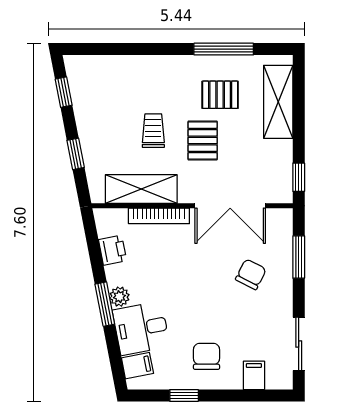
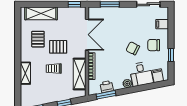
window: (224, 49) -> (18, 37), removed
shelving: (143, 66) -> (25, 73), added
chair: (251, 274) -> (133, 48), moved
window: (105, 304) -> (106, 95), moved

